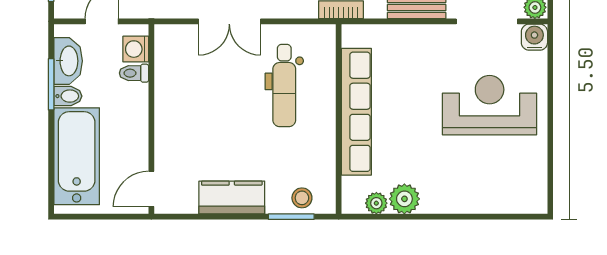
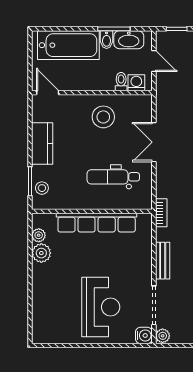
stool: (190, 101) -> (103, 117), added

